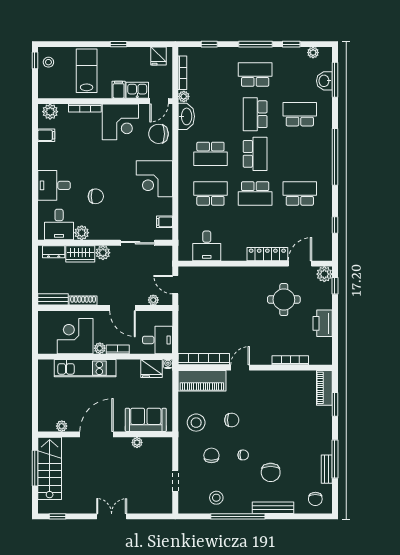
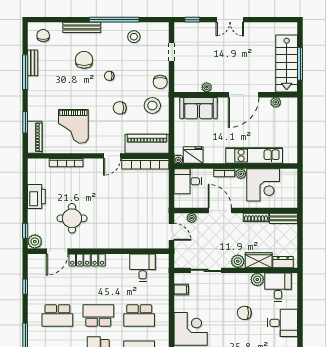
grand piano: (282, 400) -> (73, 126), added
chair: (211, 455) -> (160, 82), moved
window: (57, 516) -> (192, 20), moved

